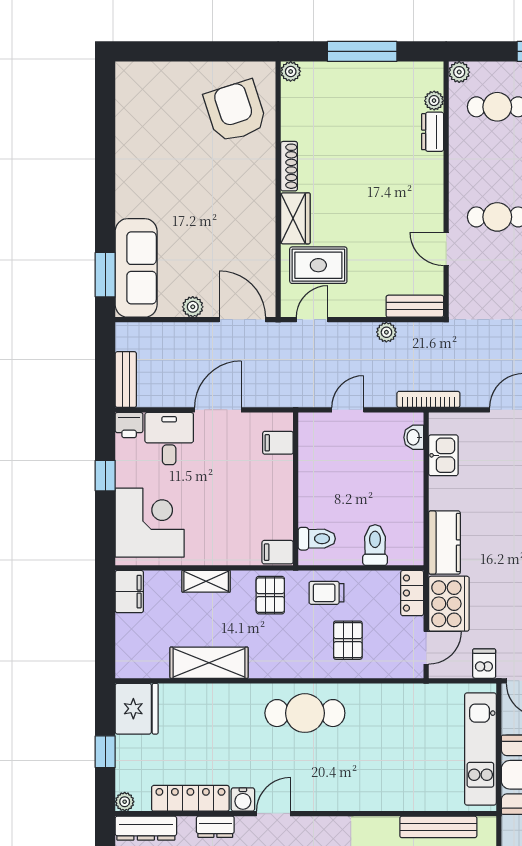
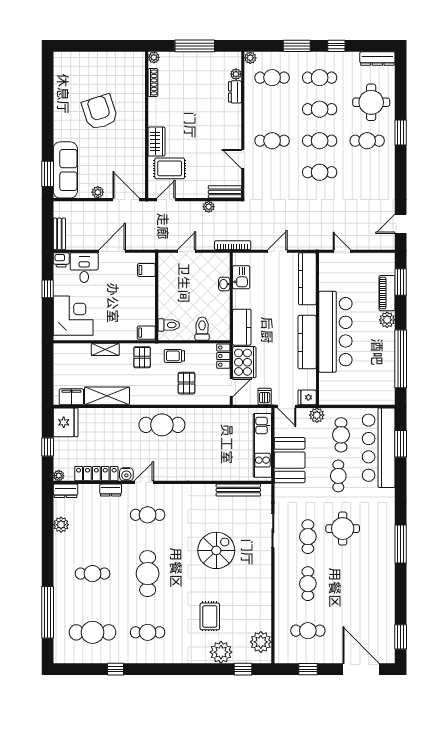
armchair: (235, 111) -> (100, 112), moved
shoe rack: (289, 166) -> (153, 83), moved
washbasin: (414, 437) -> (224, 284), moved
filing cabinet: (129, 592) -> (71, 397), moved, turned -90
dresser: (146, 828) -> (65, 491), width x0.70

